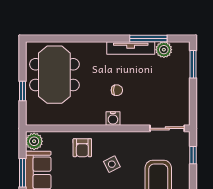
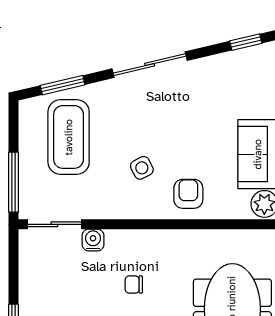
water cooler: (113, 118) -> (93, 240), moved
window: (193, 155) -> (14, 182), width x2.17

